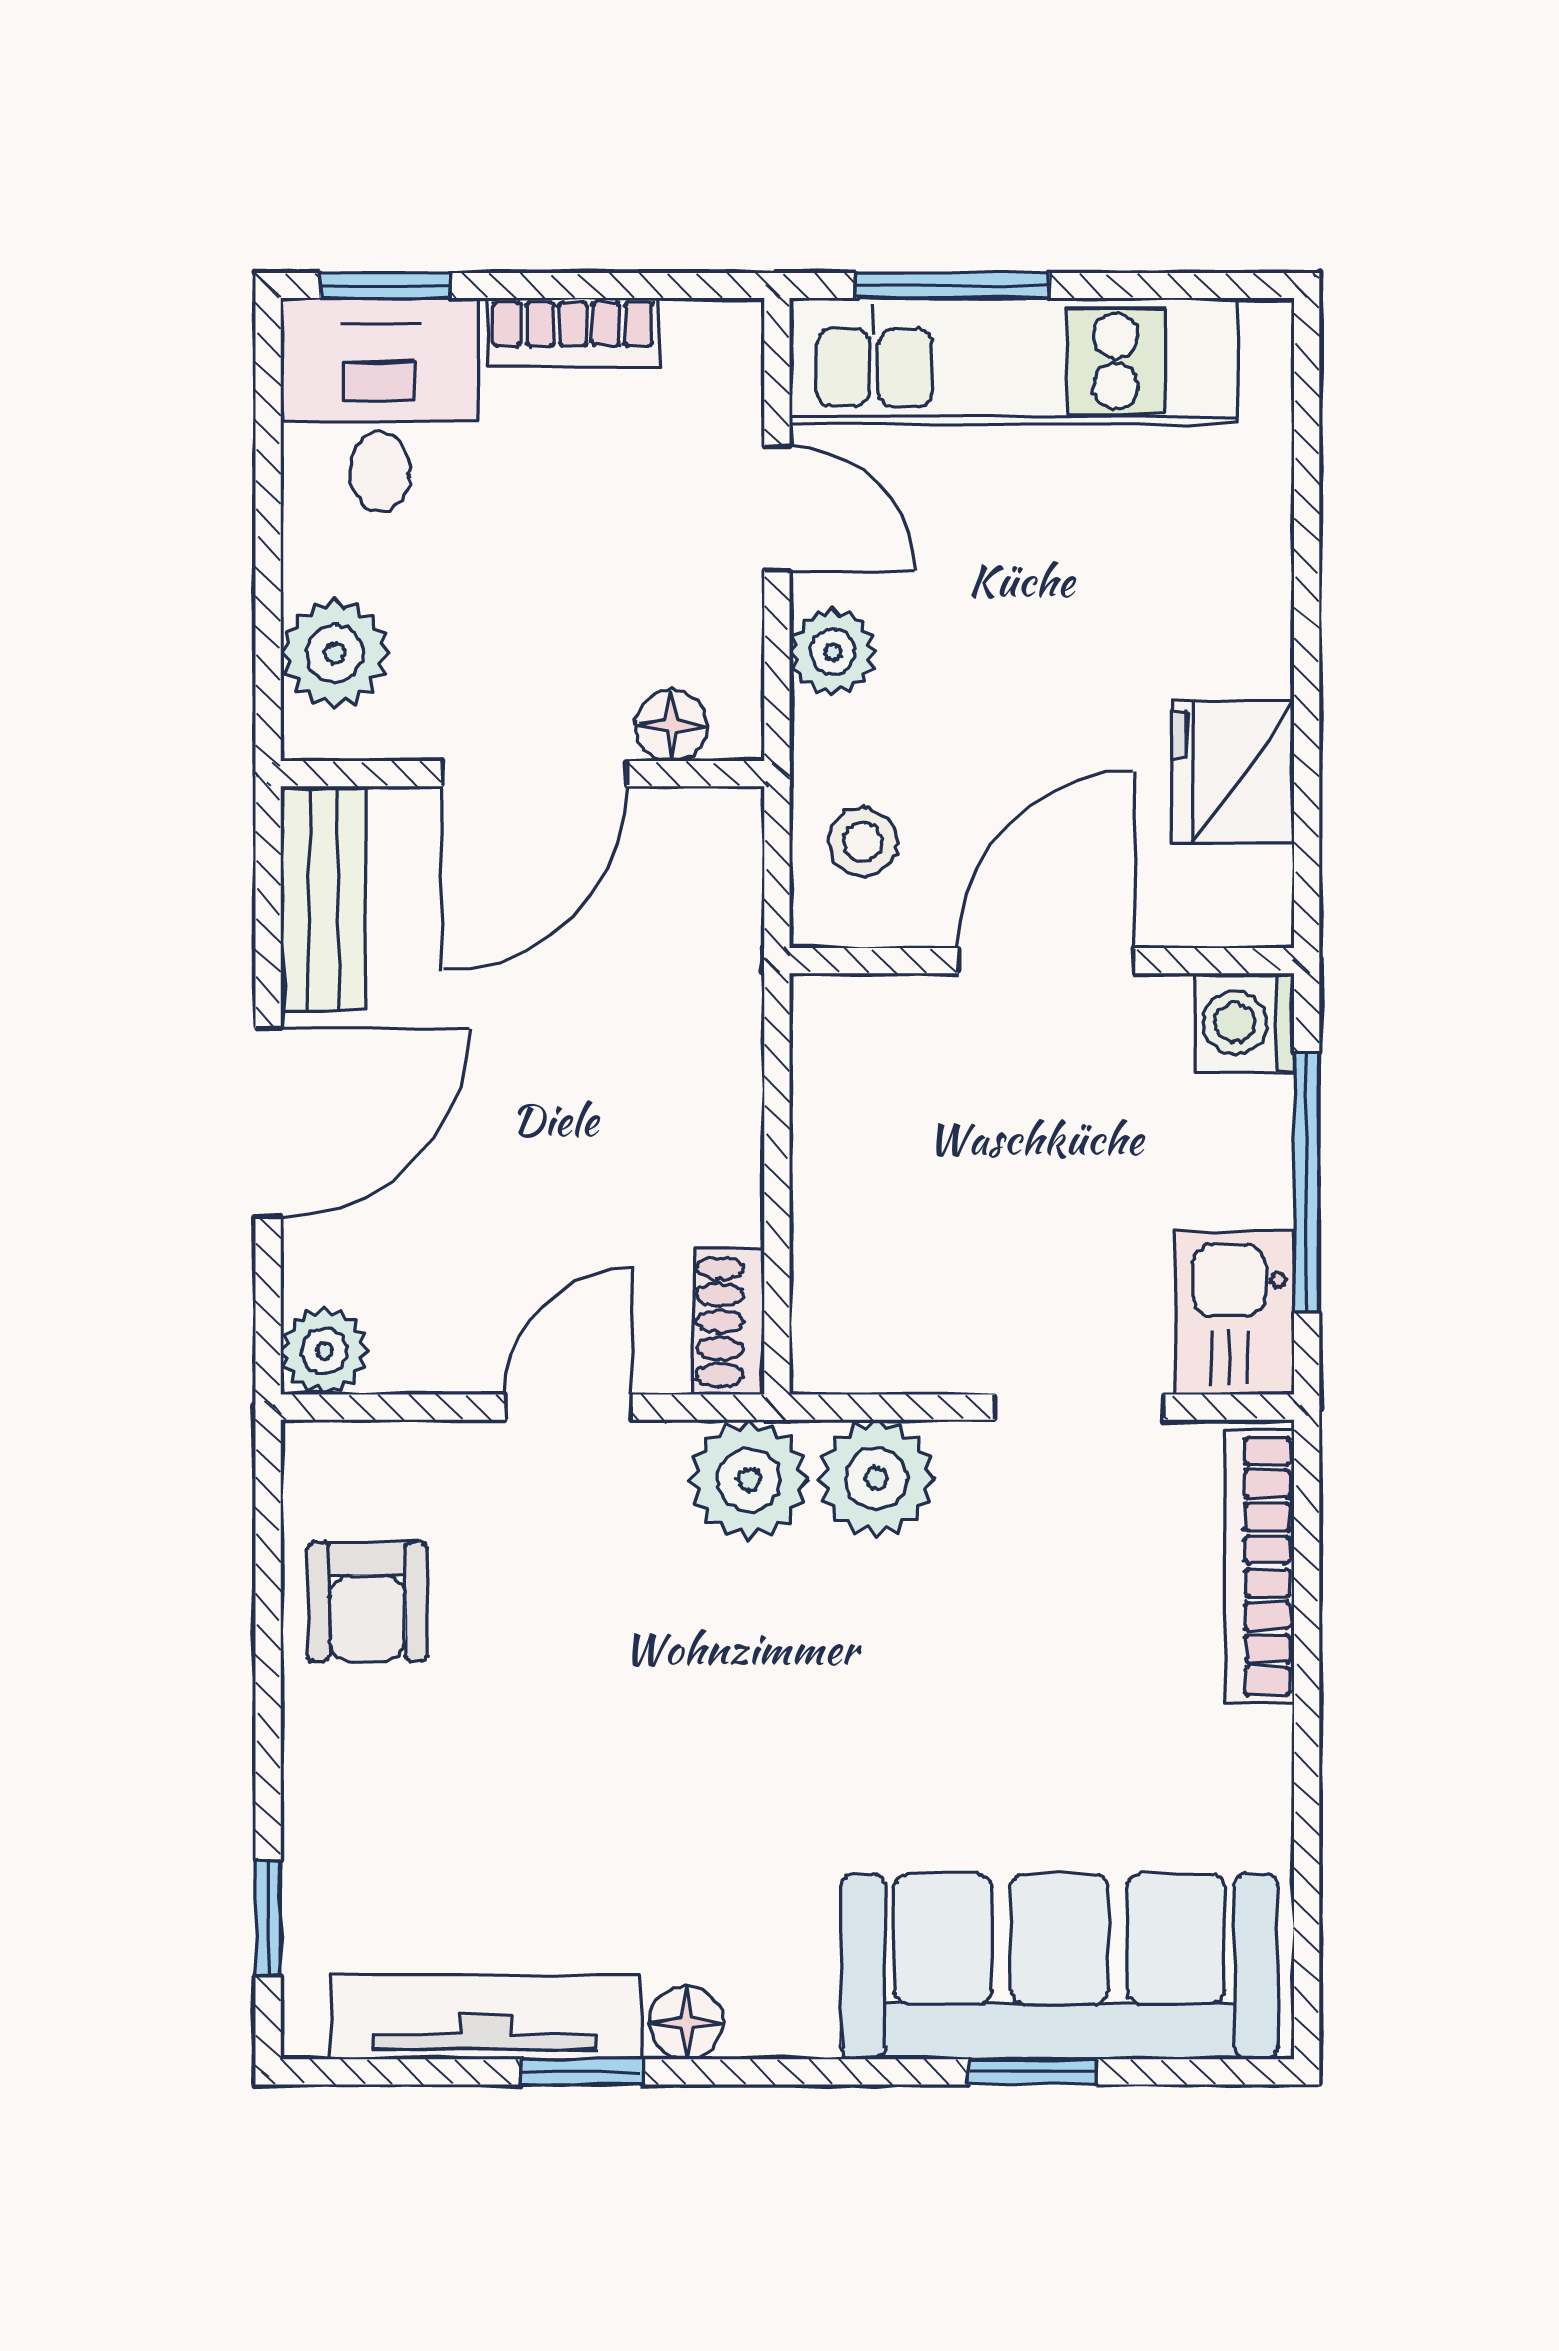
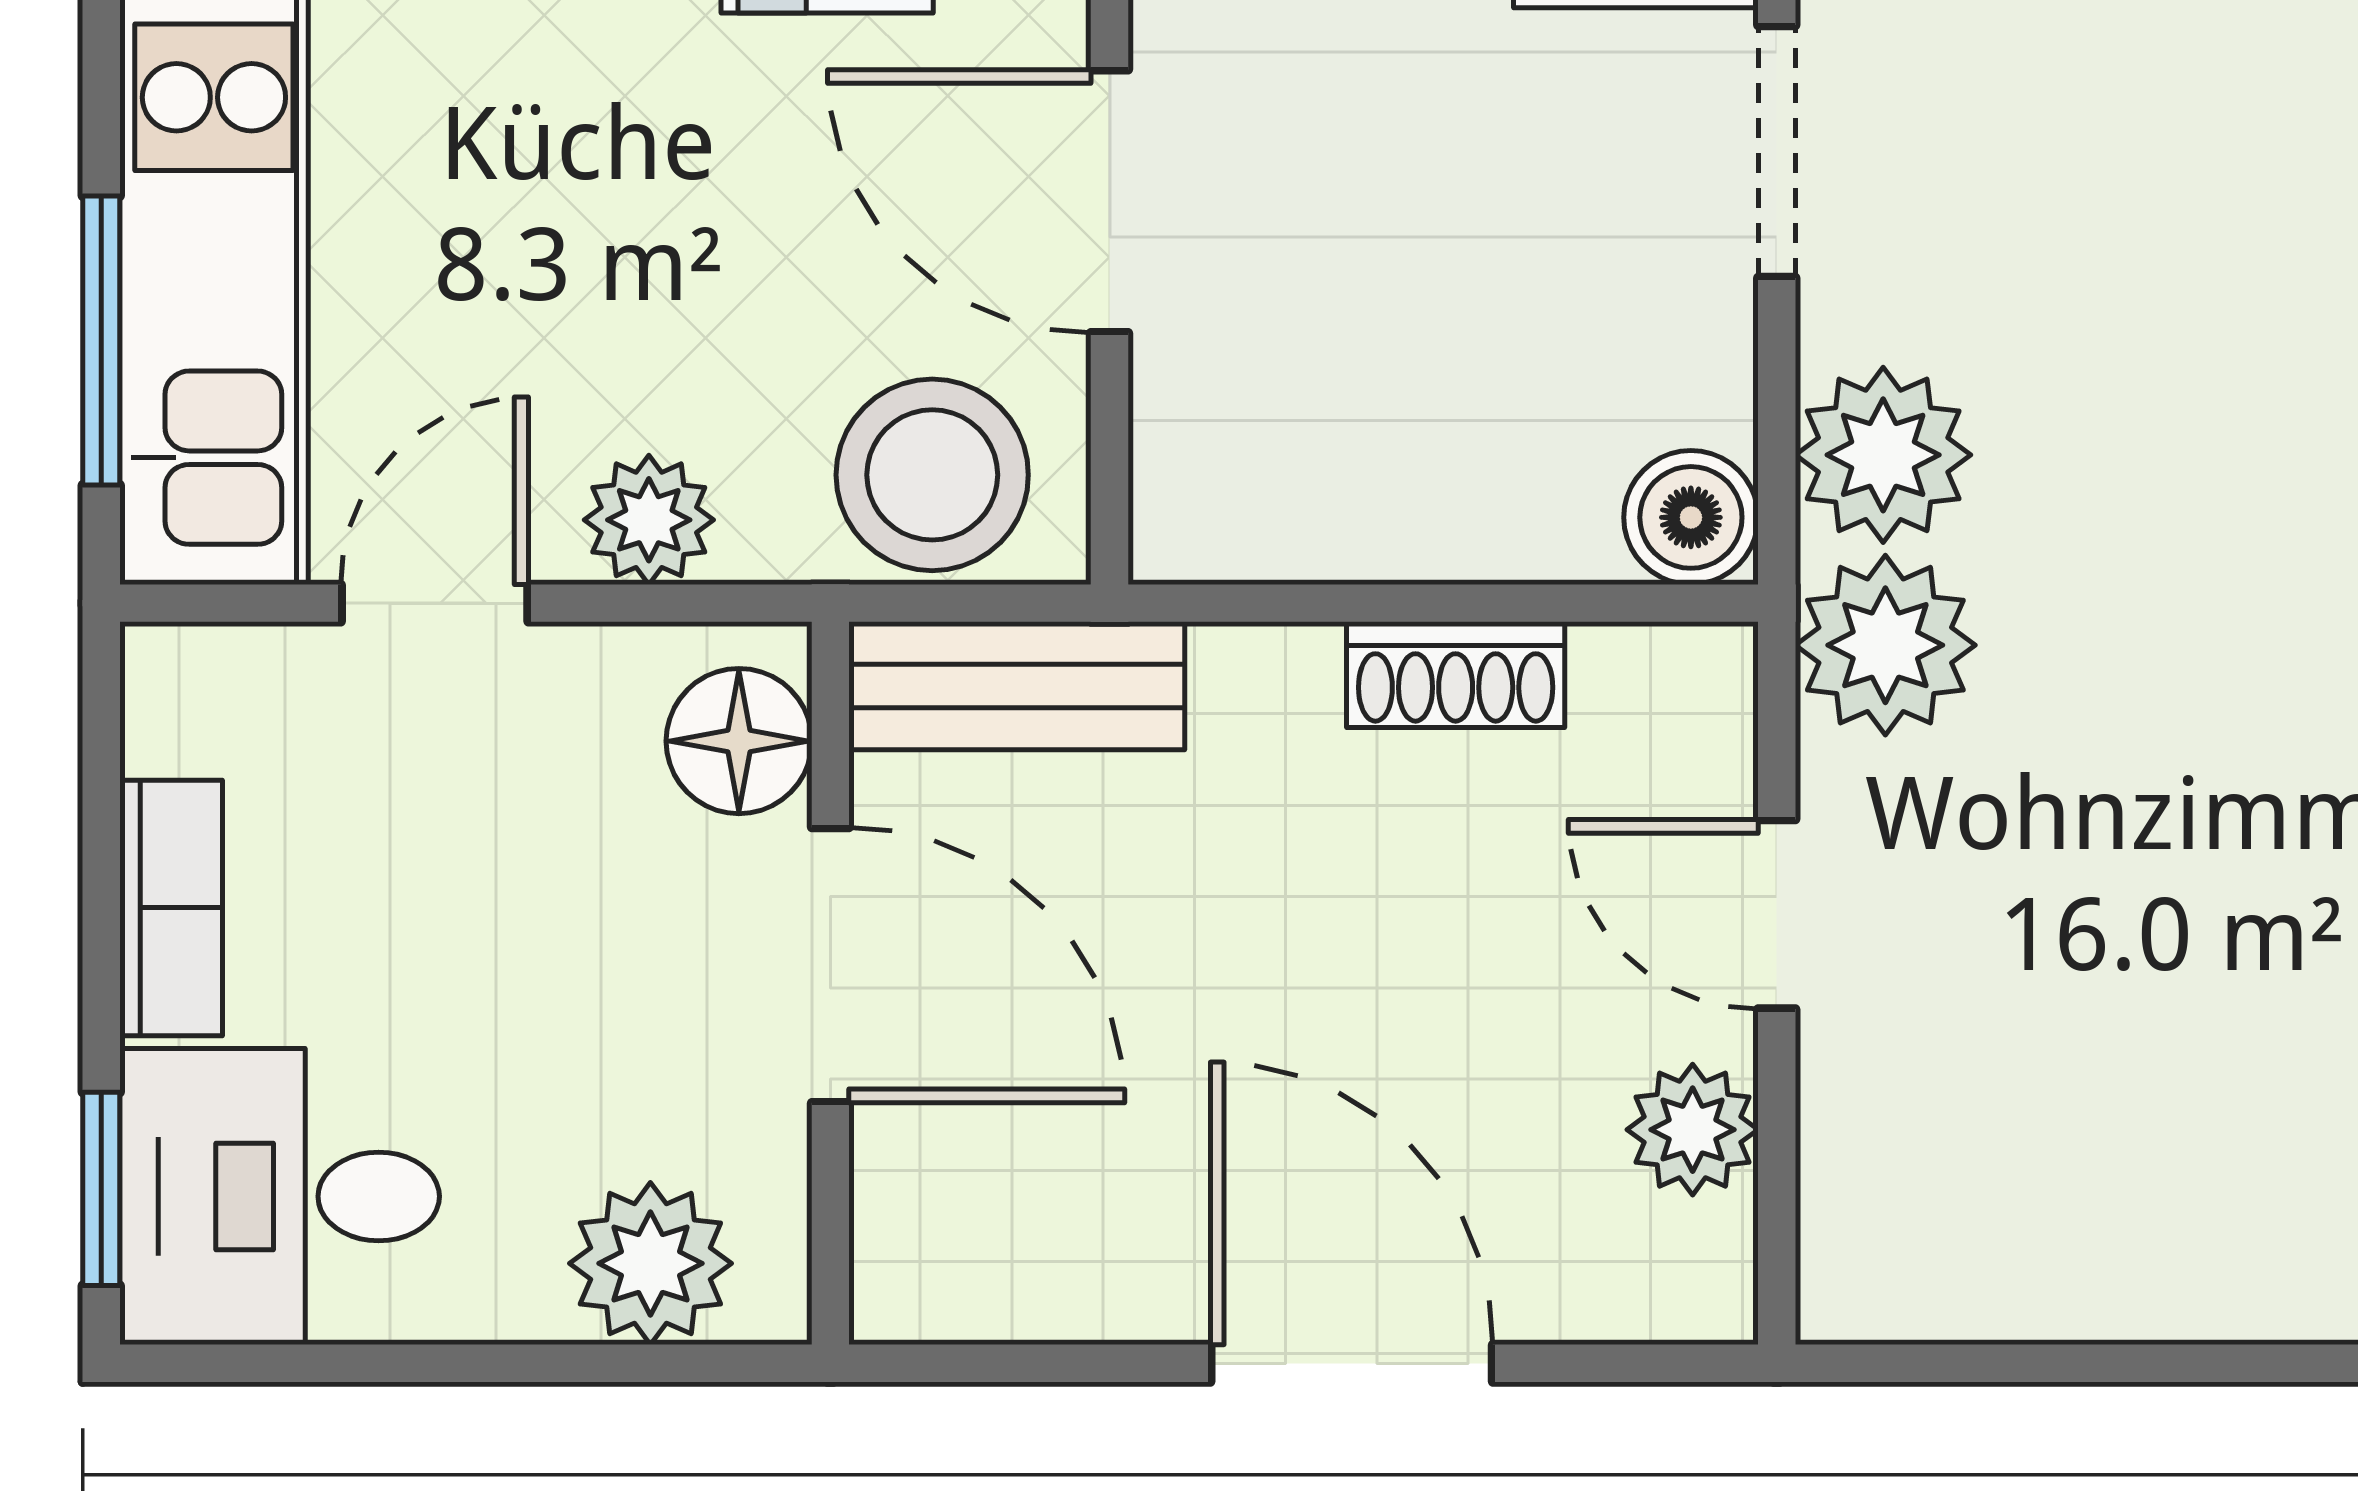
floor lamp: (671, 726) -> (739, 741), width x1.37, depth x1.37
stool: (863, 842) -> (932, 475), width x1.89, depth x1.89
bench: (323, 898) -> (1017, 686), moved
shoe rack: (729, 1322) -> (1456, 675), moved
boiler: (834, 1350) -> (1691, 517), added
plant: (324, 1351) -> (1693, 1130), moved
armchair: (367, 1602) -> (2067, 1215), removed

